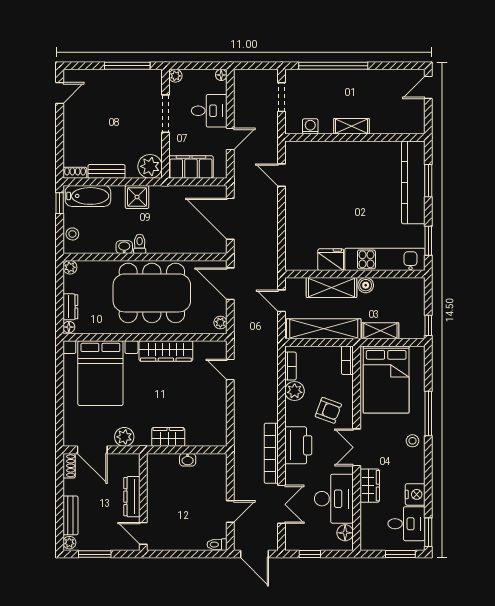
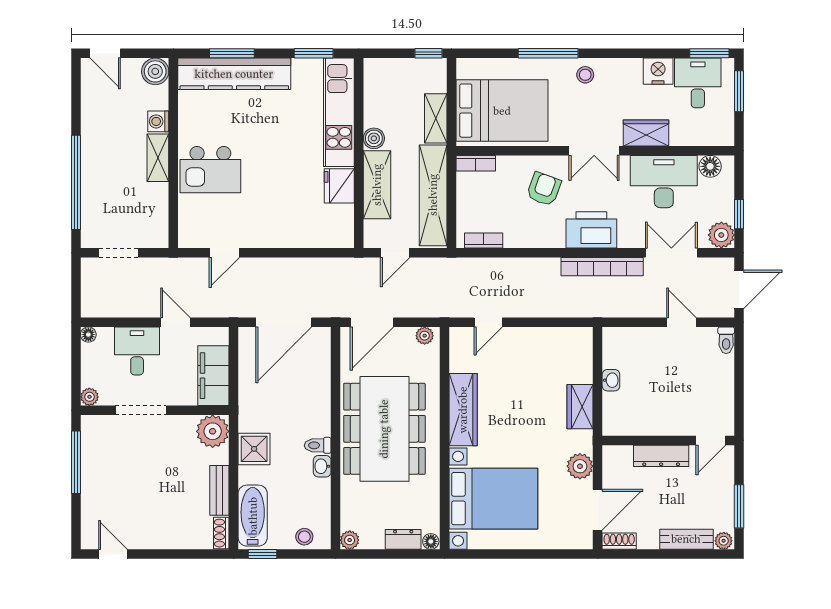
boiler: (415, 124) -> (155, 71), added
washing machine: (310, 126) -> (158, 121), moved
kitchen island: (343, 165) -> (210, 170), added
plant: (295, 391) -> (721, 235), moved

